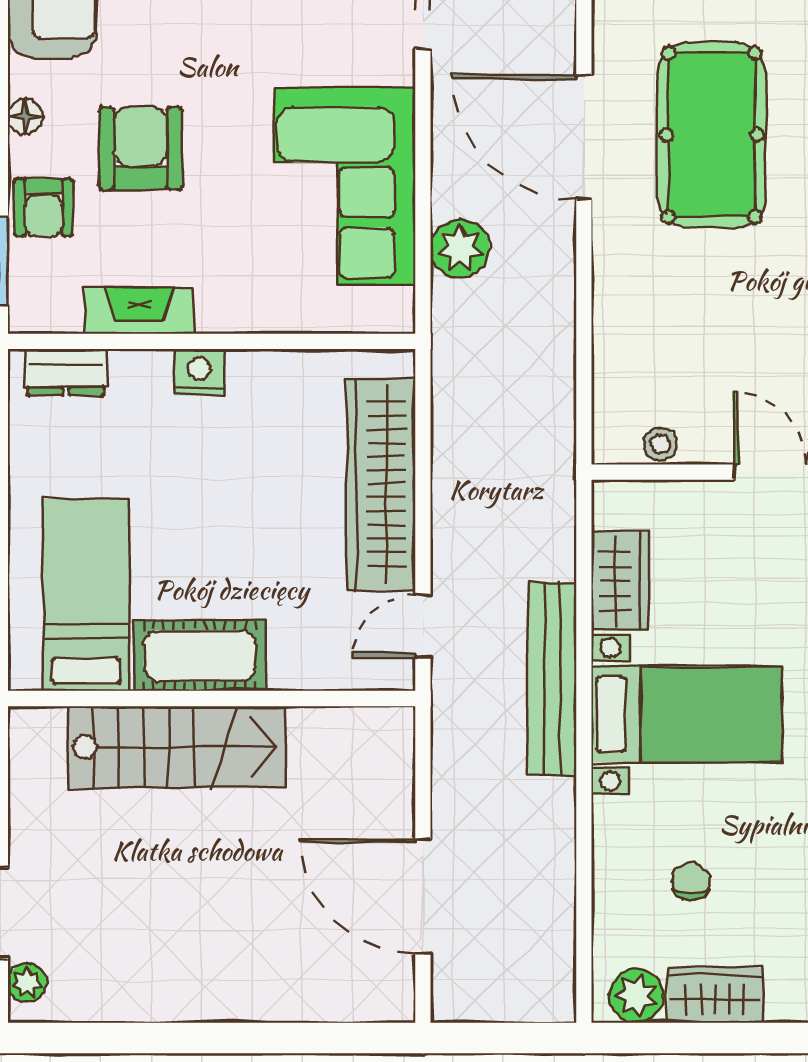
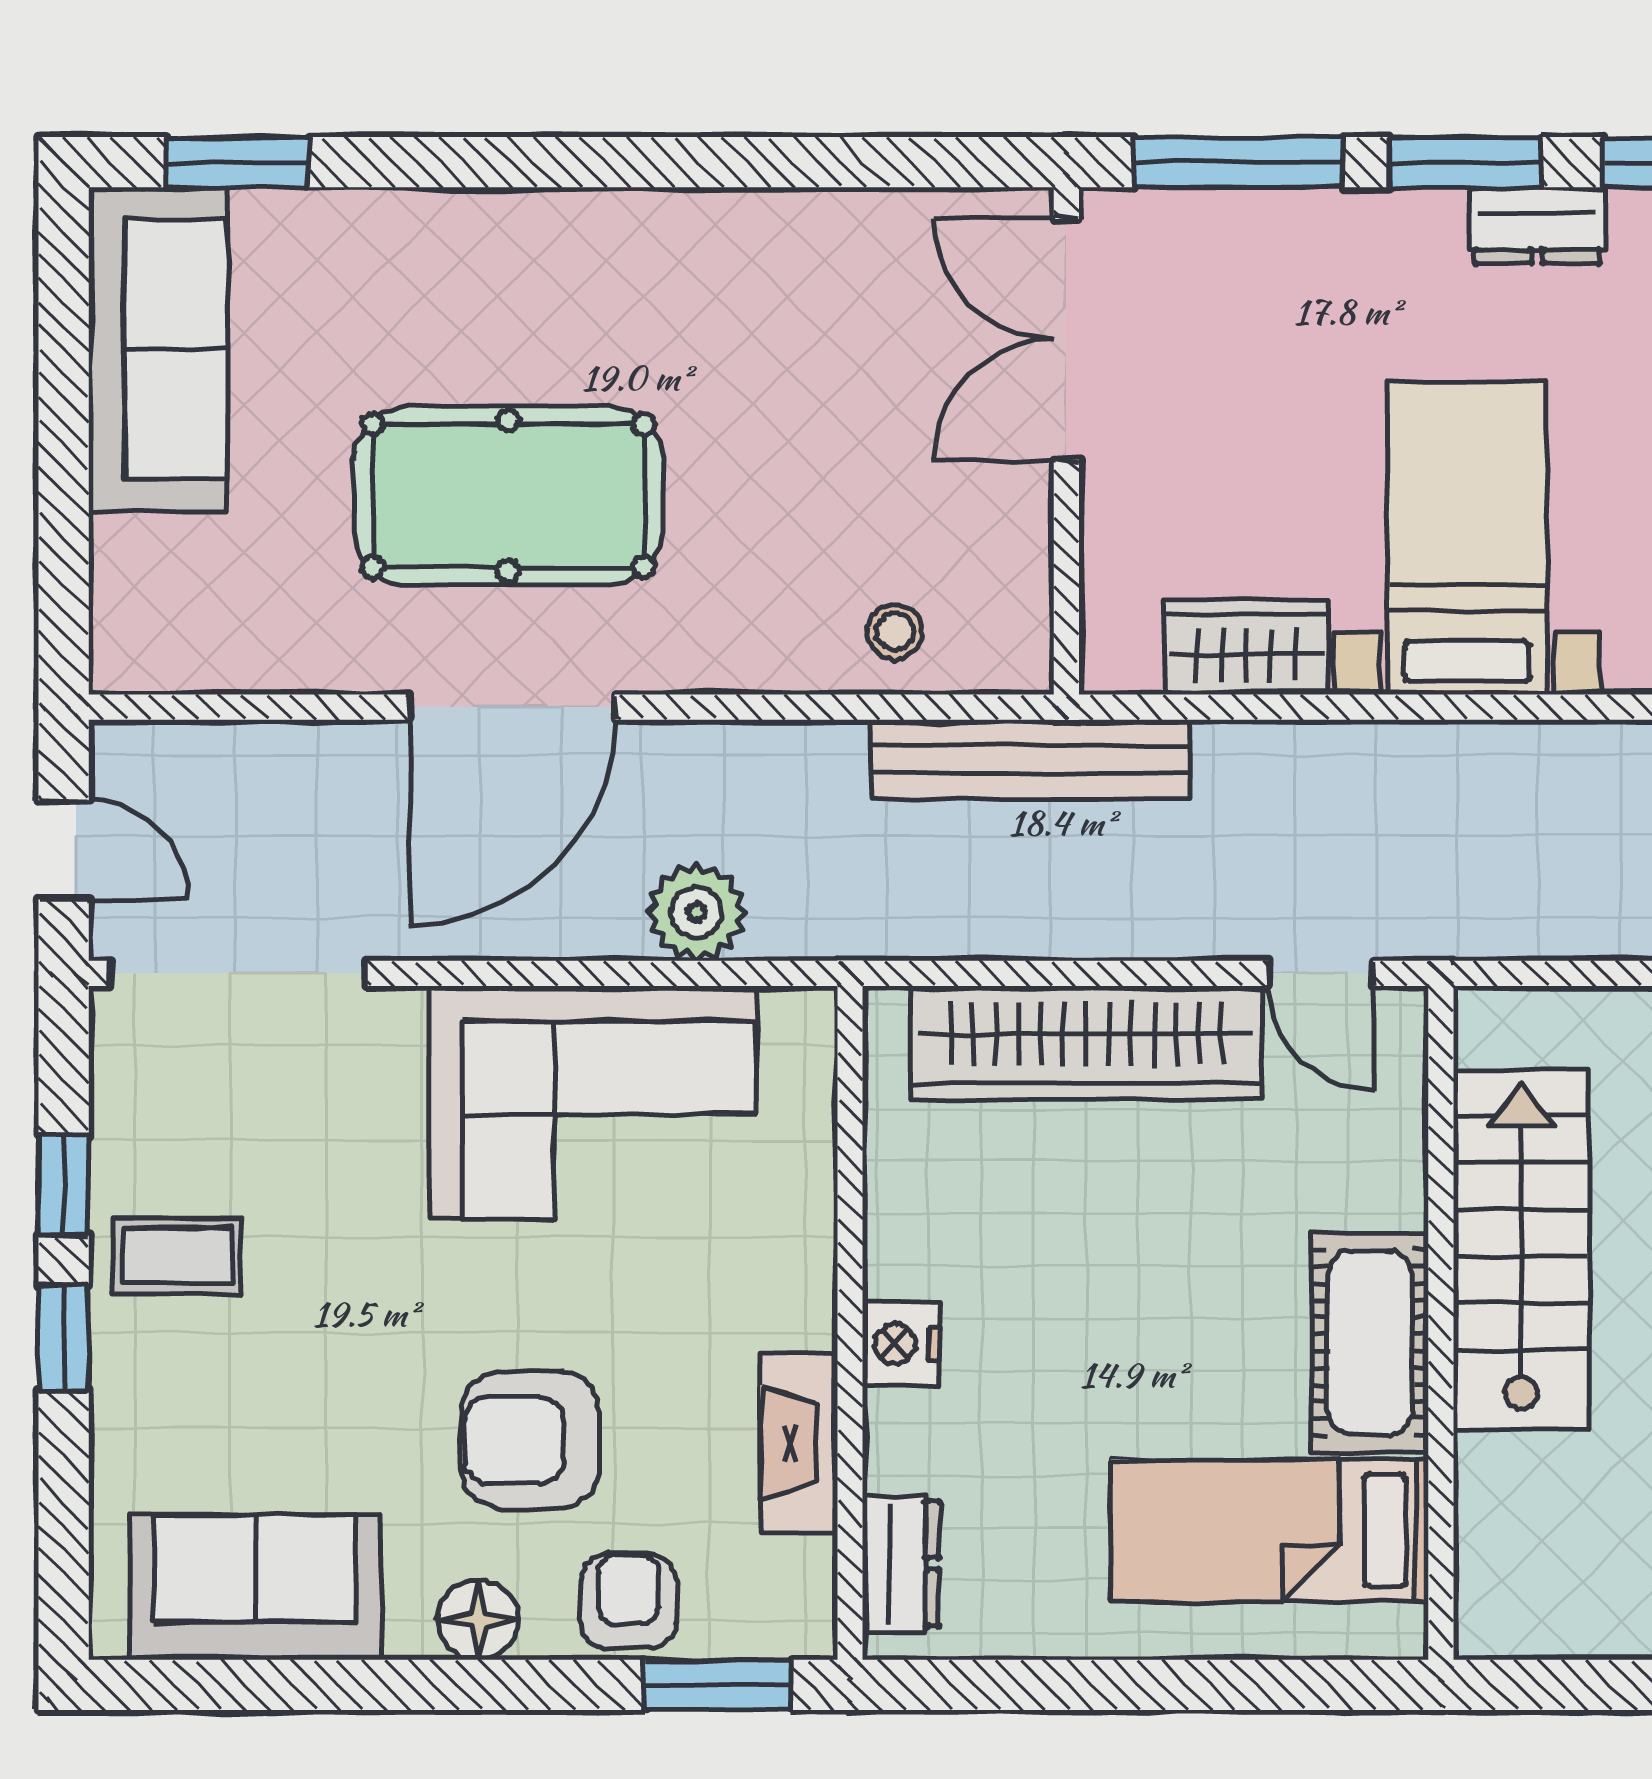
floor lamp: (26, 117) -> (478, 1620), width x1.37, depth x1.37
armchair: (44, 208) -> (628, 1601), turned -90
stool: (660, 444) -> (895, 632), moved
bench: (552, 679) -> (1030, 759), moved
stairs: (176, 747) -> (1521, 1249), moved

